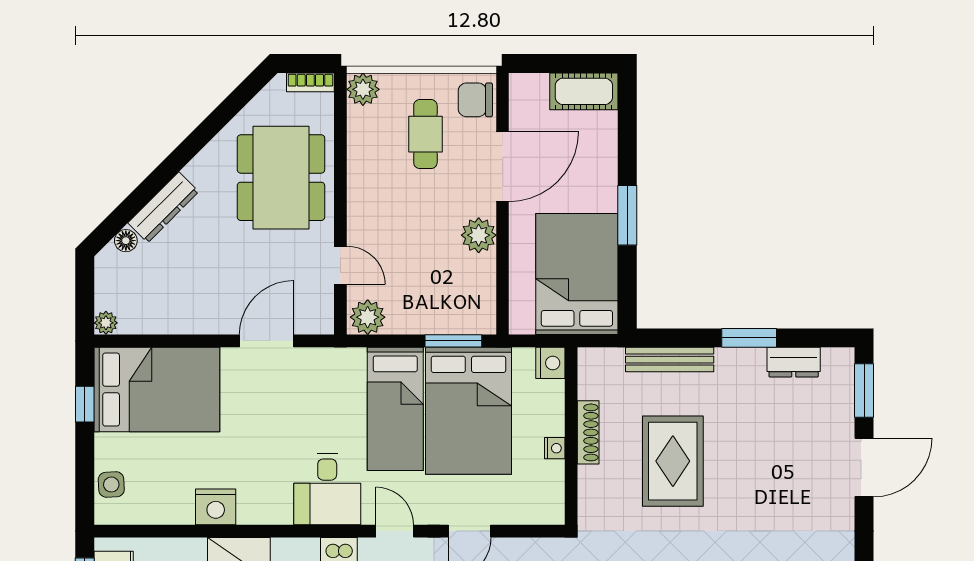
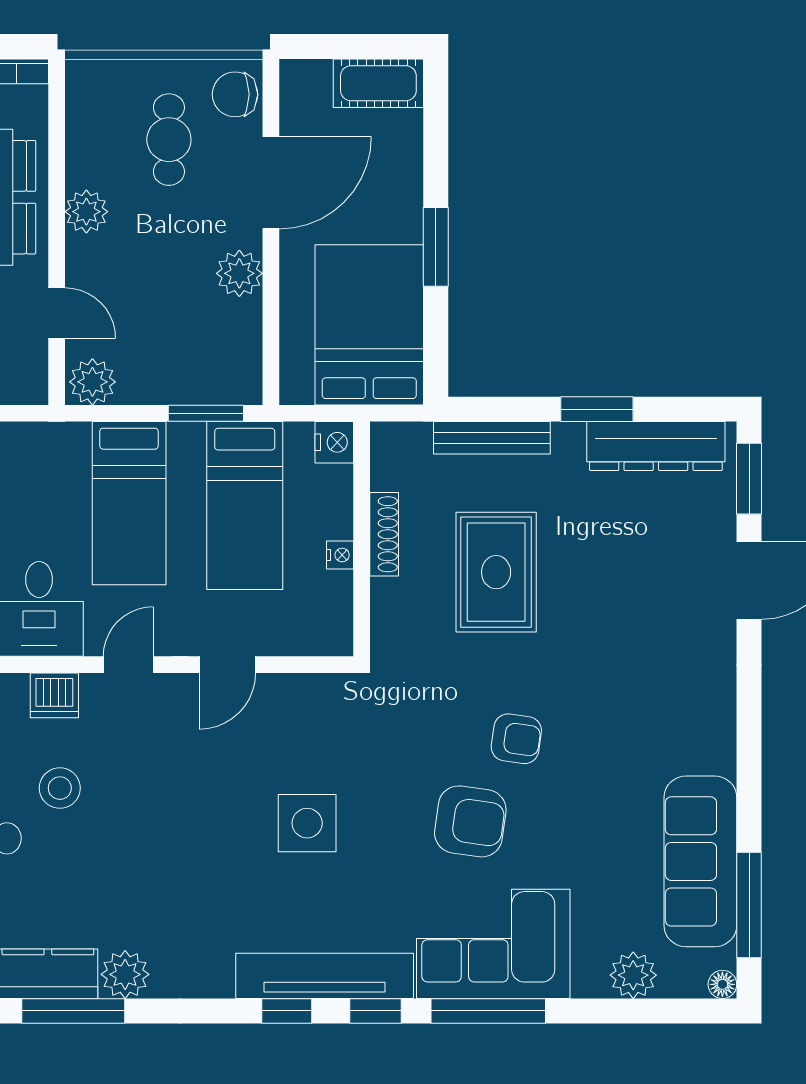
plant: (363, 89) -> (86, 212), moved
dresser: (794, 362) -> (656, 446), width x1.96, depth x1.24
bed: (468, 411) -> (245, 506), width x0.67
door: (395, 531) -> (128, 665), hinge flipped

